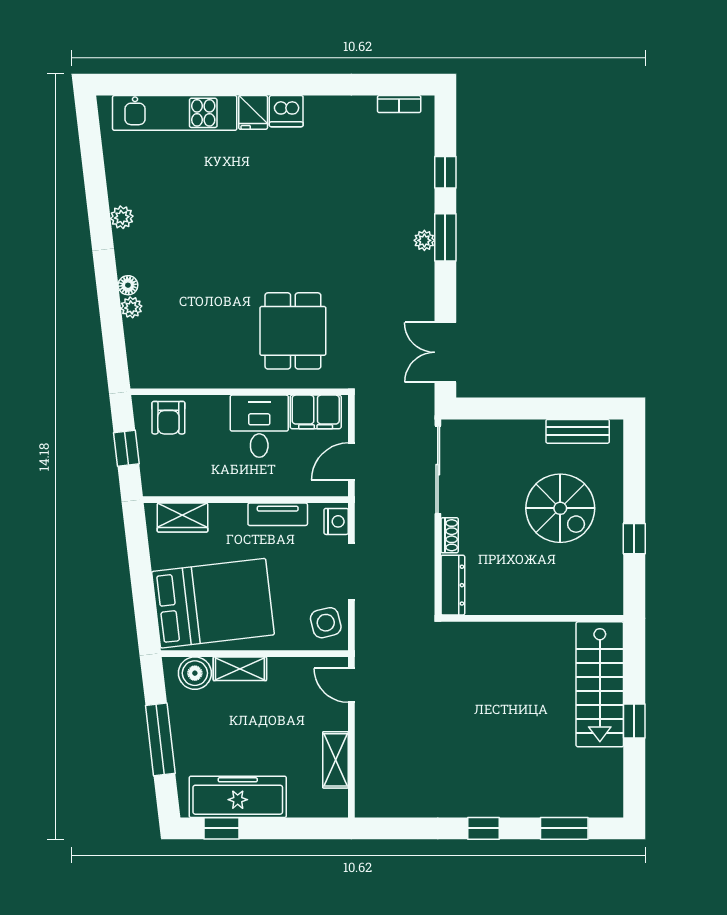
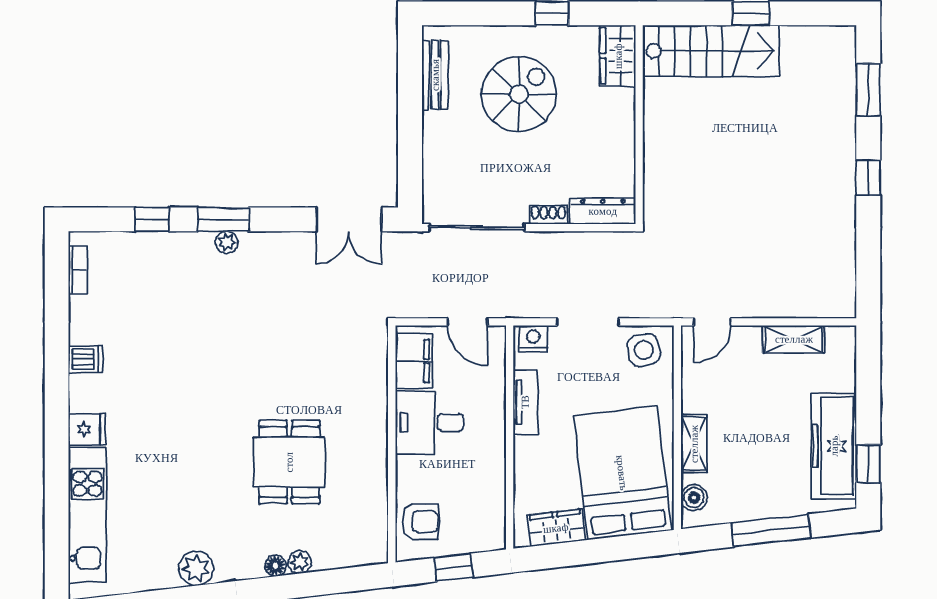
dishwasher: (286, 111) -> (85, 359), moved, width x0.73
plant: (122, 217) -> (196, 568), width x1.38, depth x1.38
dining table: (293, 331) -> (289, 462), moved, turned 90
wardrobe: (182, 518) -> (556, 528), moved, turned -97
wardrobe: (595, 599) -> (618, 56), added
boiler: (195, 673) -> (694, 498), width x0.73, depth x0.73

